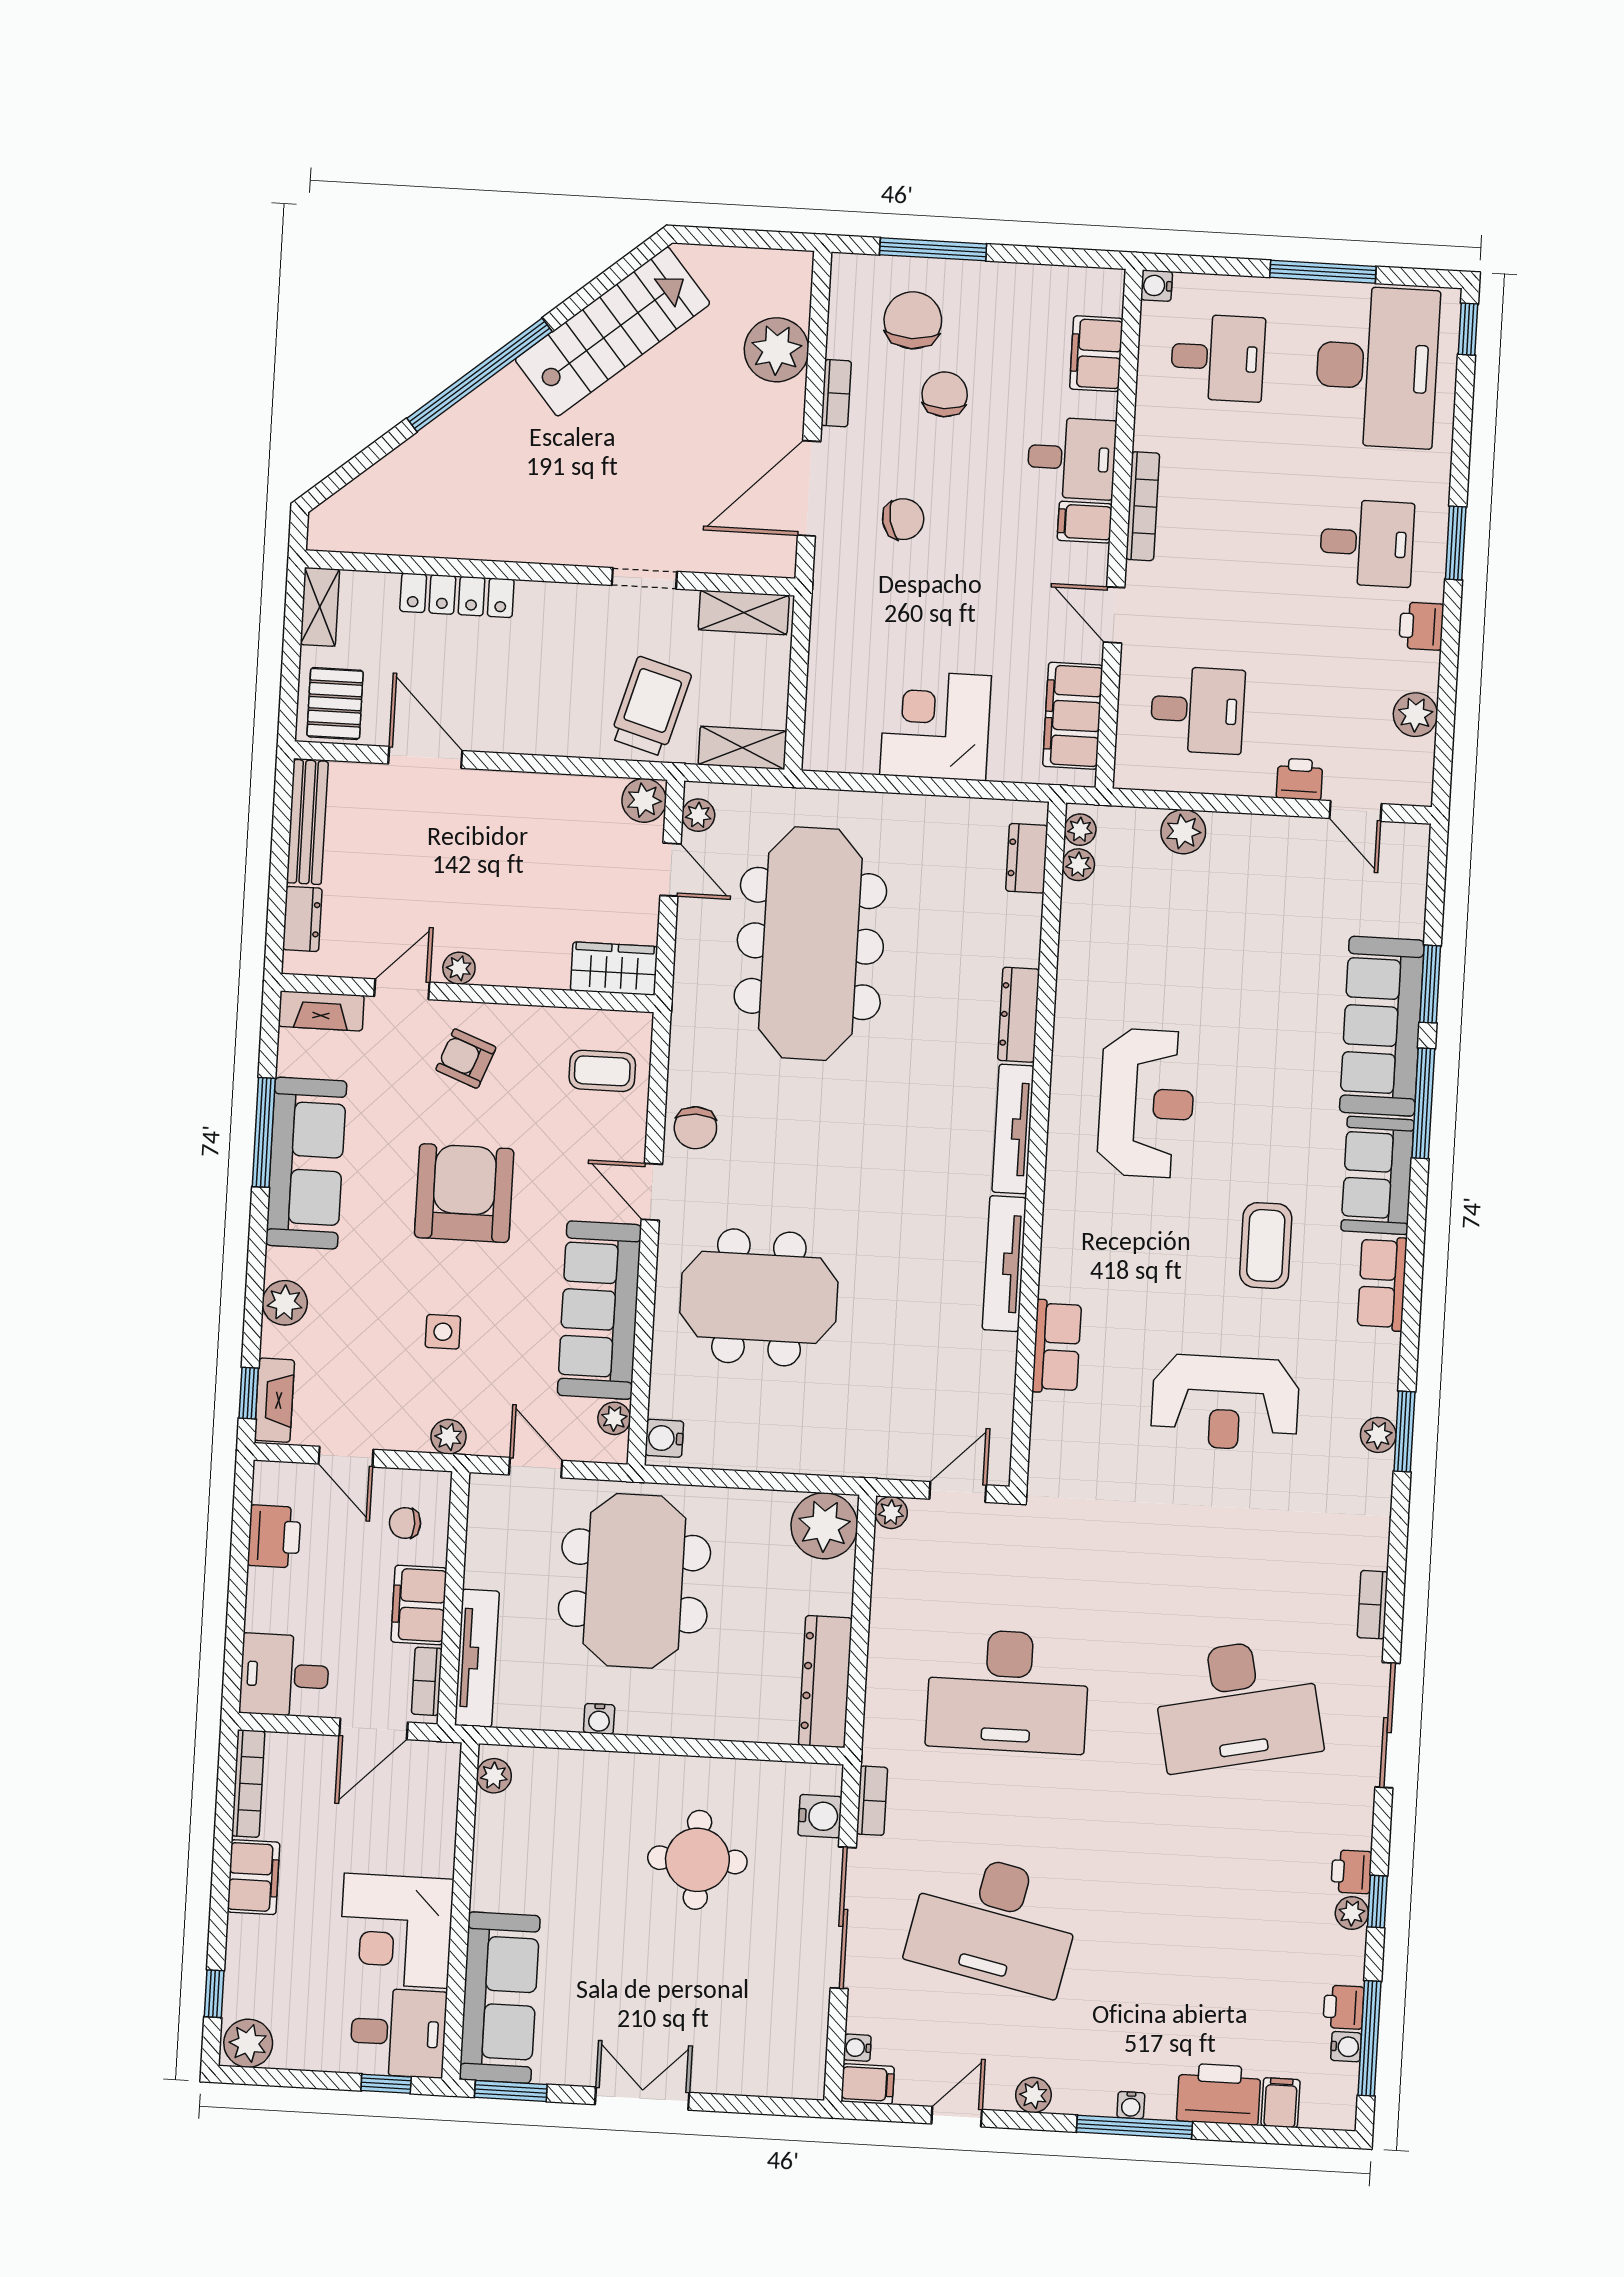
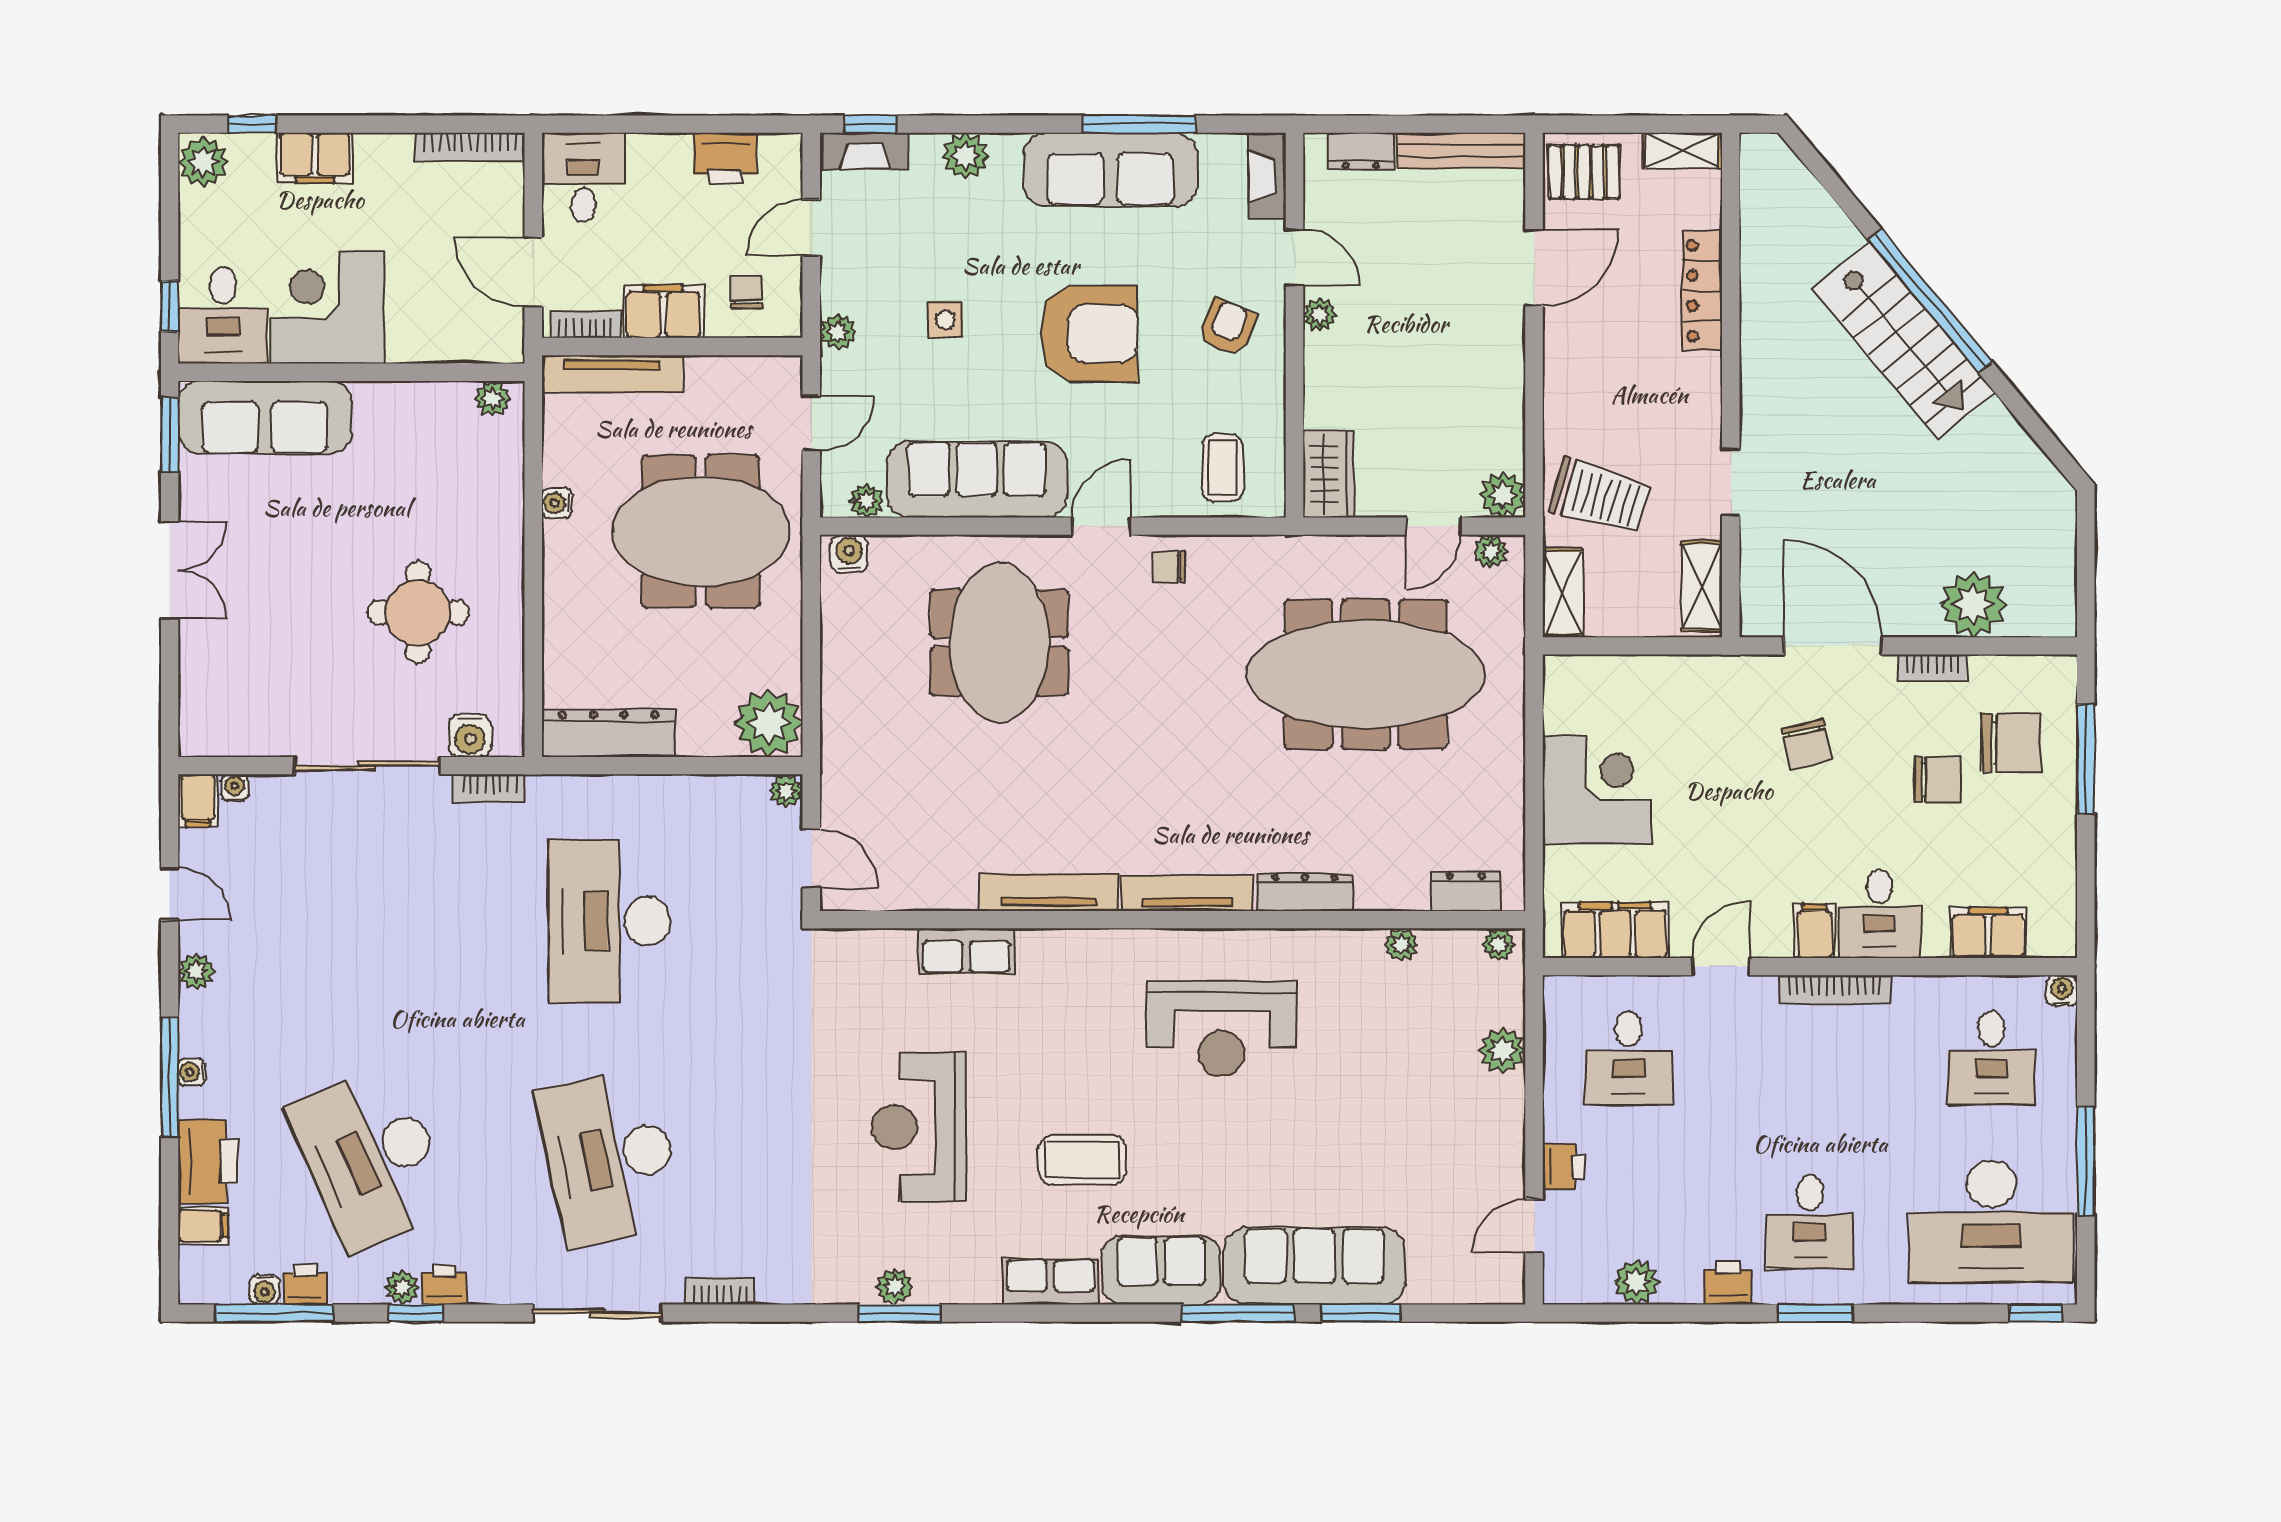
stairs: (612, 332) -> (1904, 341), moved
plant: (1078, 865) -> (1401, 945), moved
chair: (695, 1128) -> (1170, 567), width x0.73, depth x0.73
filing cabinet: (253, 1877) -> (315, 158), moved
desk: (994, 1923) -> (371, 1158), moved, turned -36

